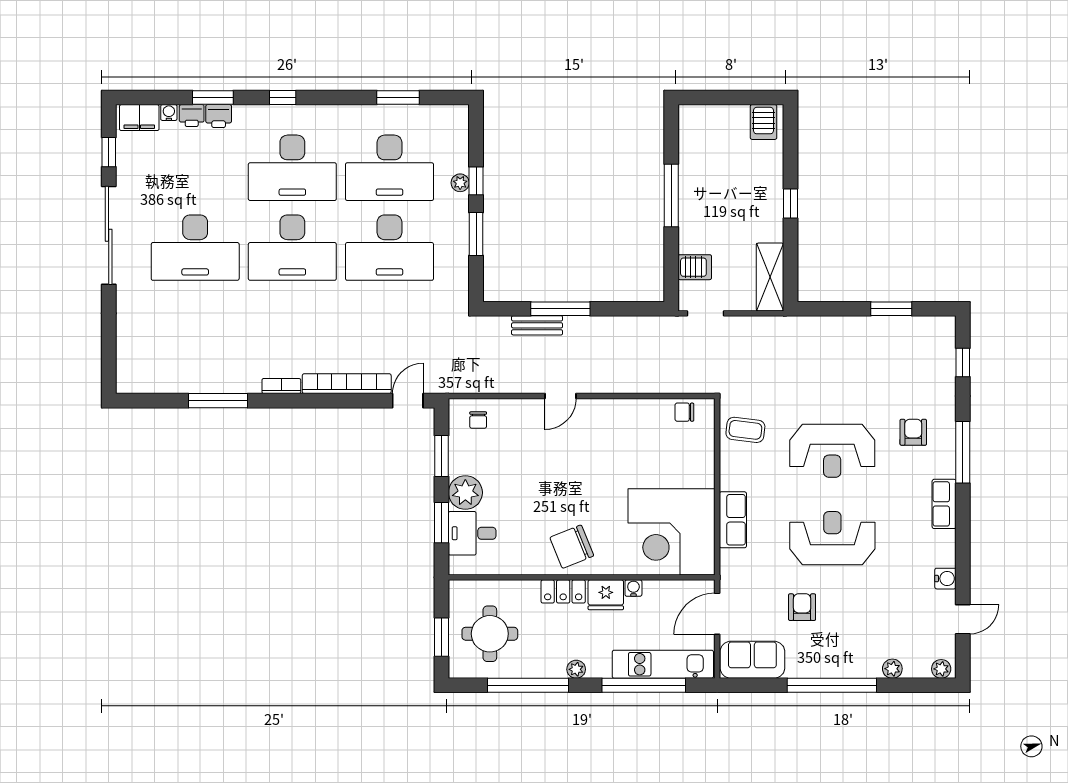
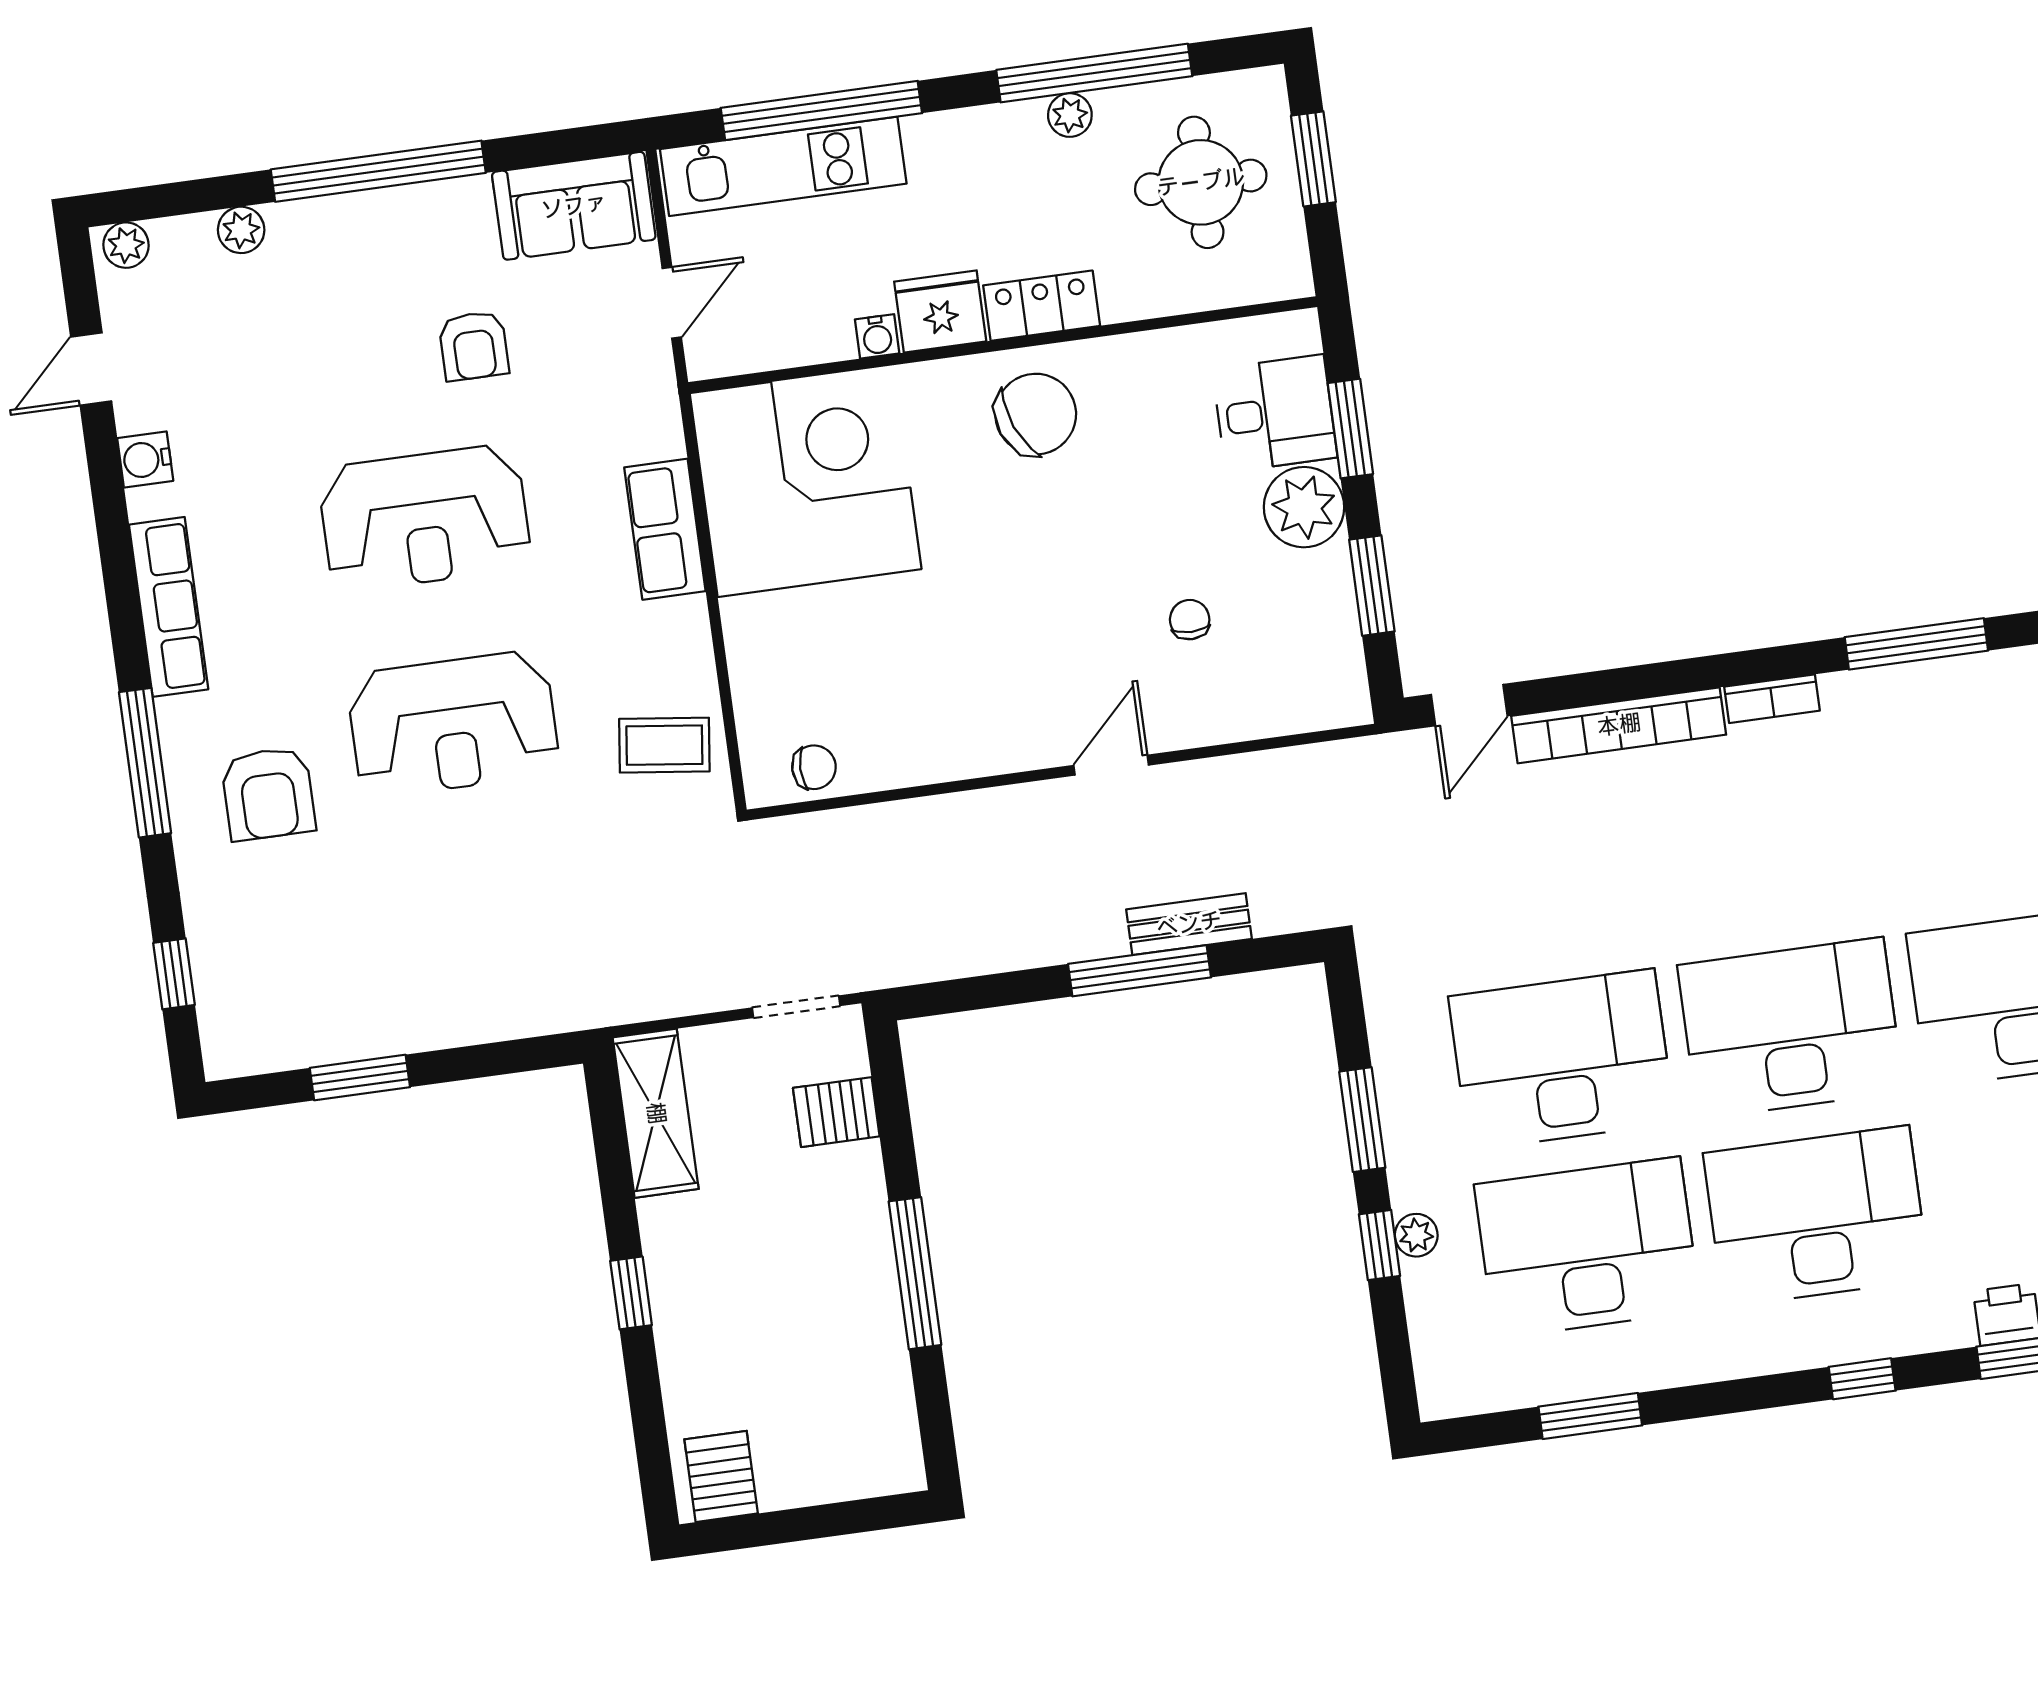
chair: (478, 420) -> (1190, 620), moved
armchair: (913, 432) -> (268, 794), width x1.38, depth x1.38
reception desk: (832, 451) -> (453, 724), turned 180
row of seats: (944, 504) -> (169, 607), width x1.48
door: (717, 614) -> (672, 303), width x0.73
plant: (576, 669) -> (1070, 115), moved

